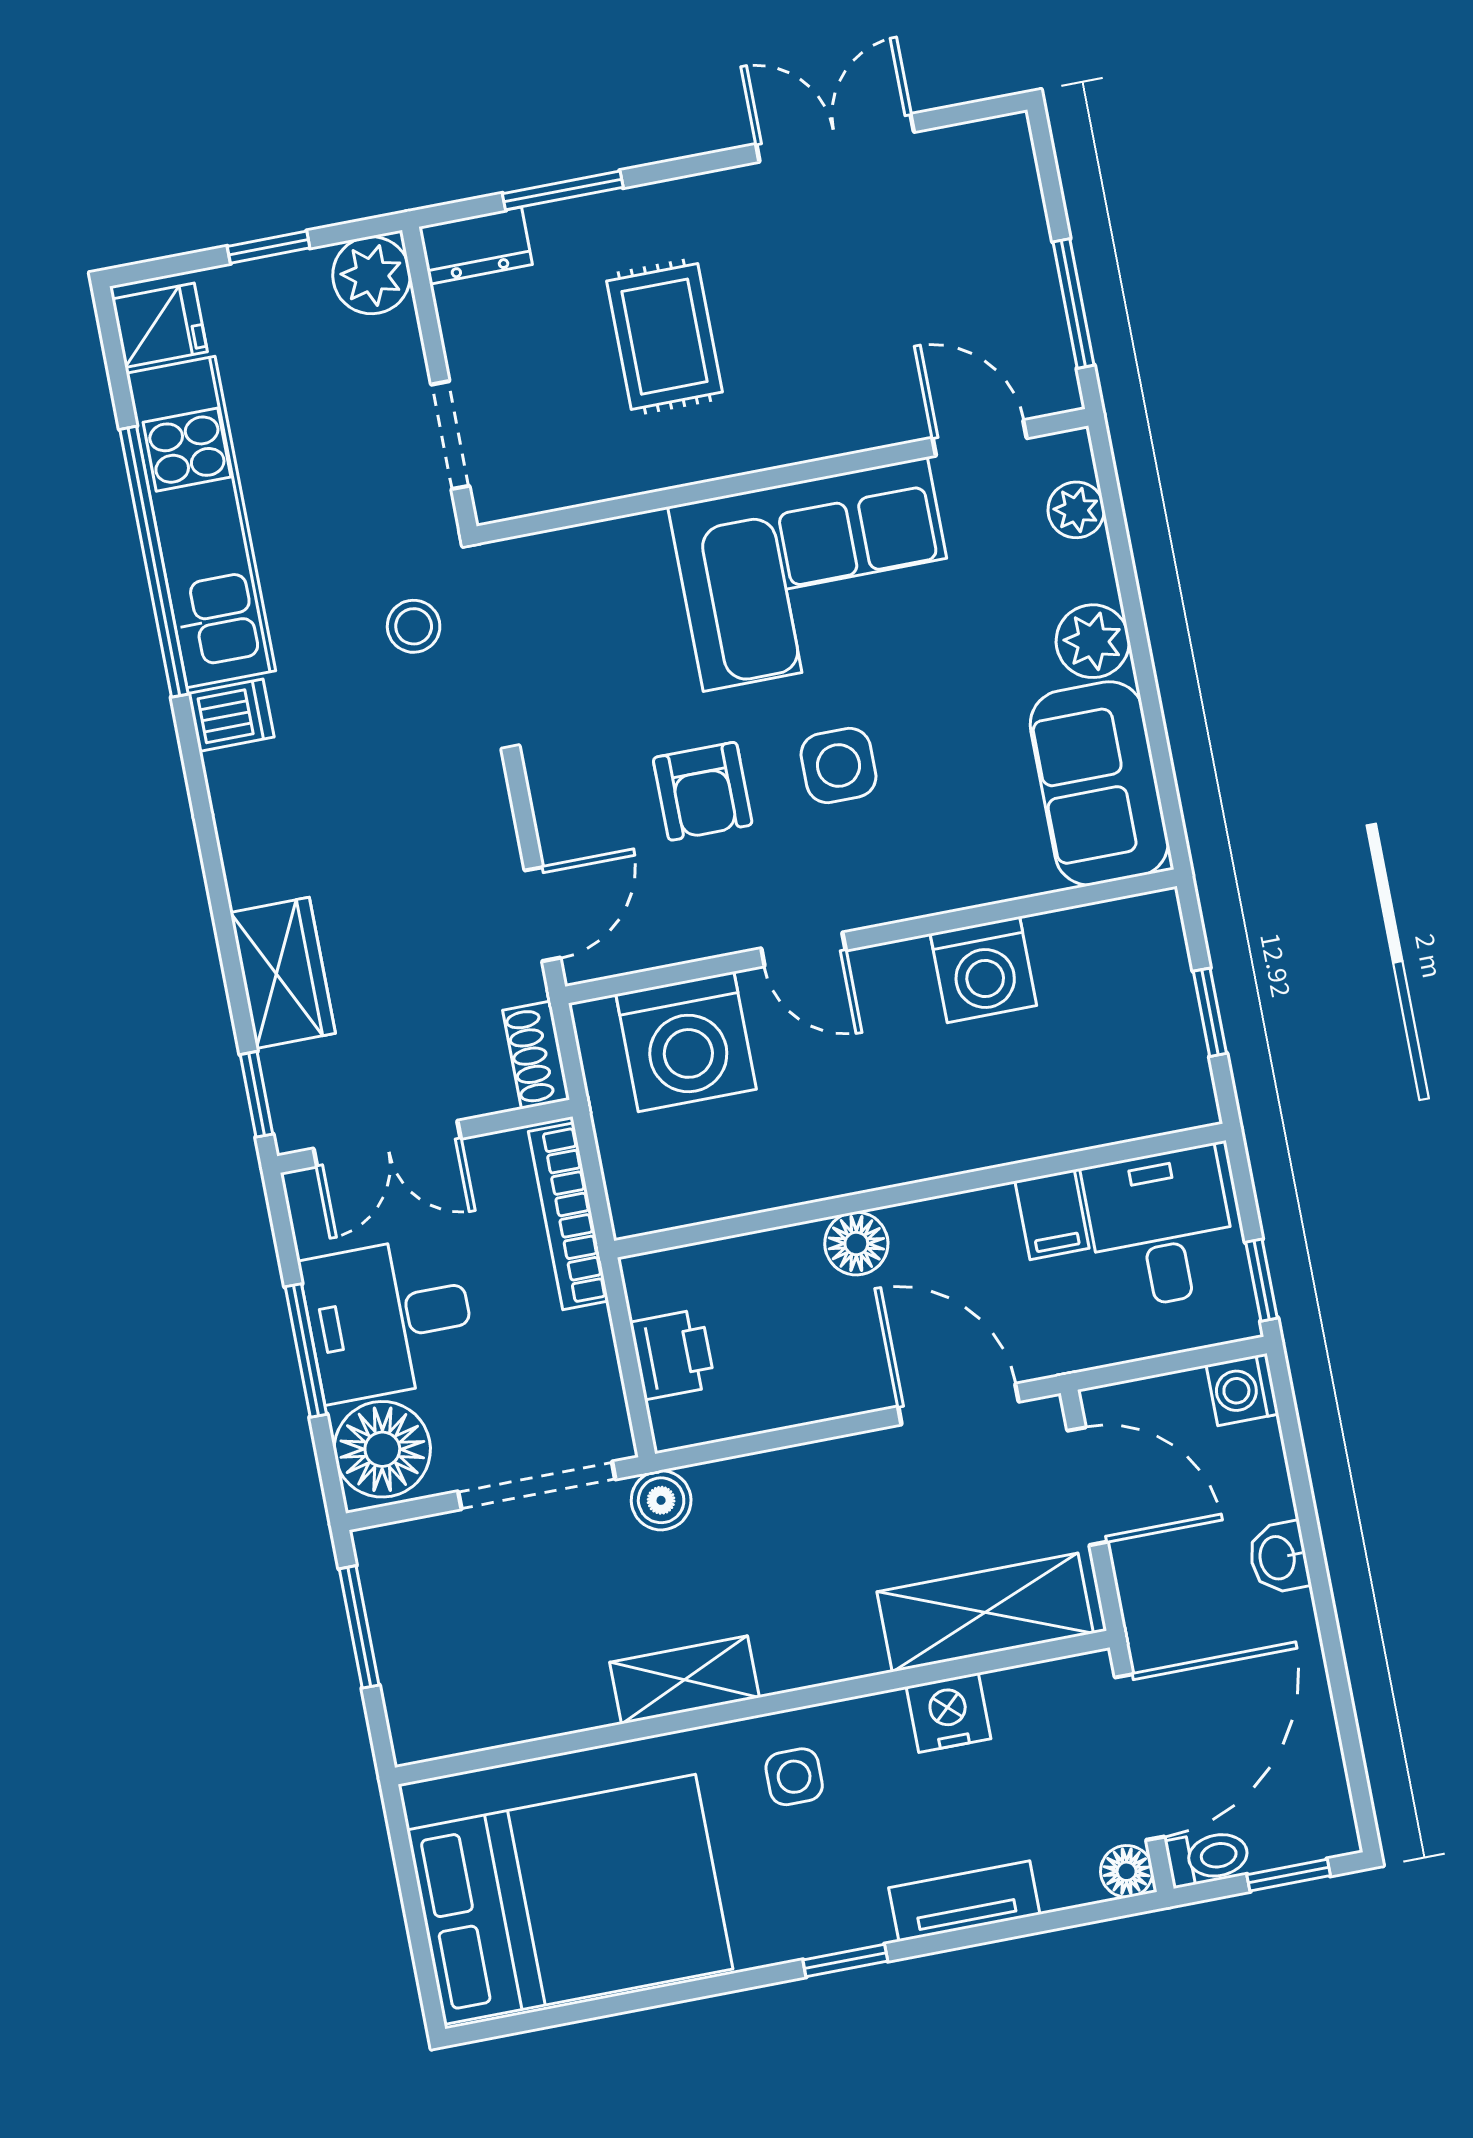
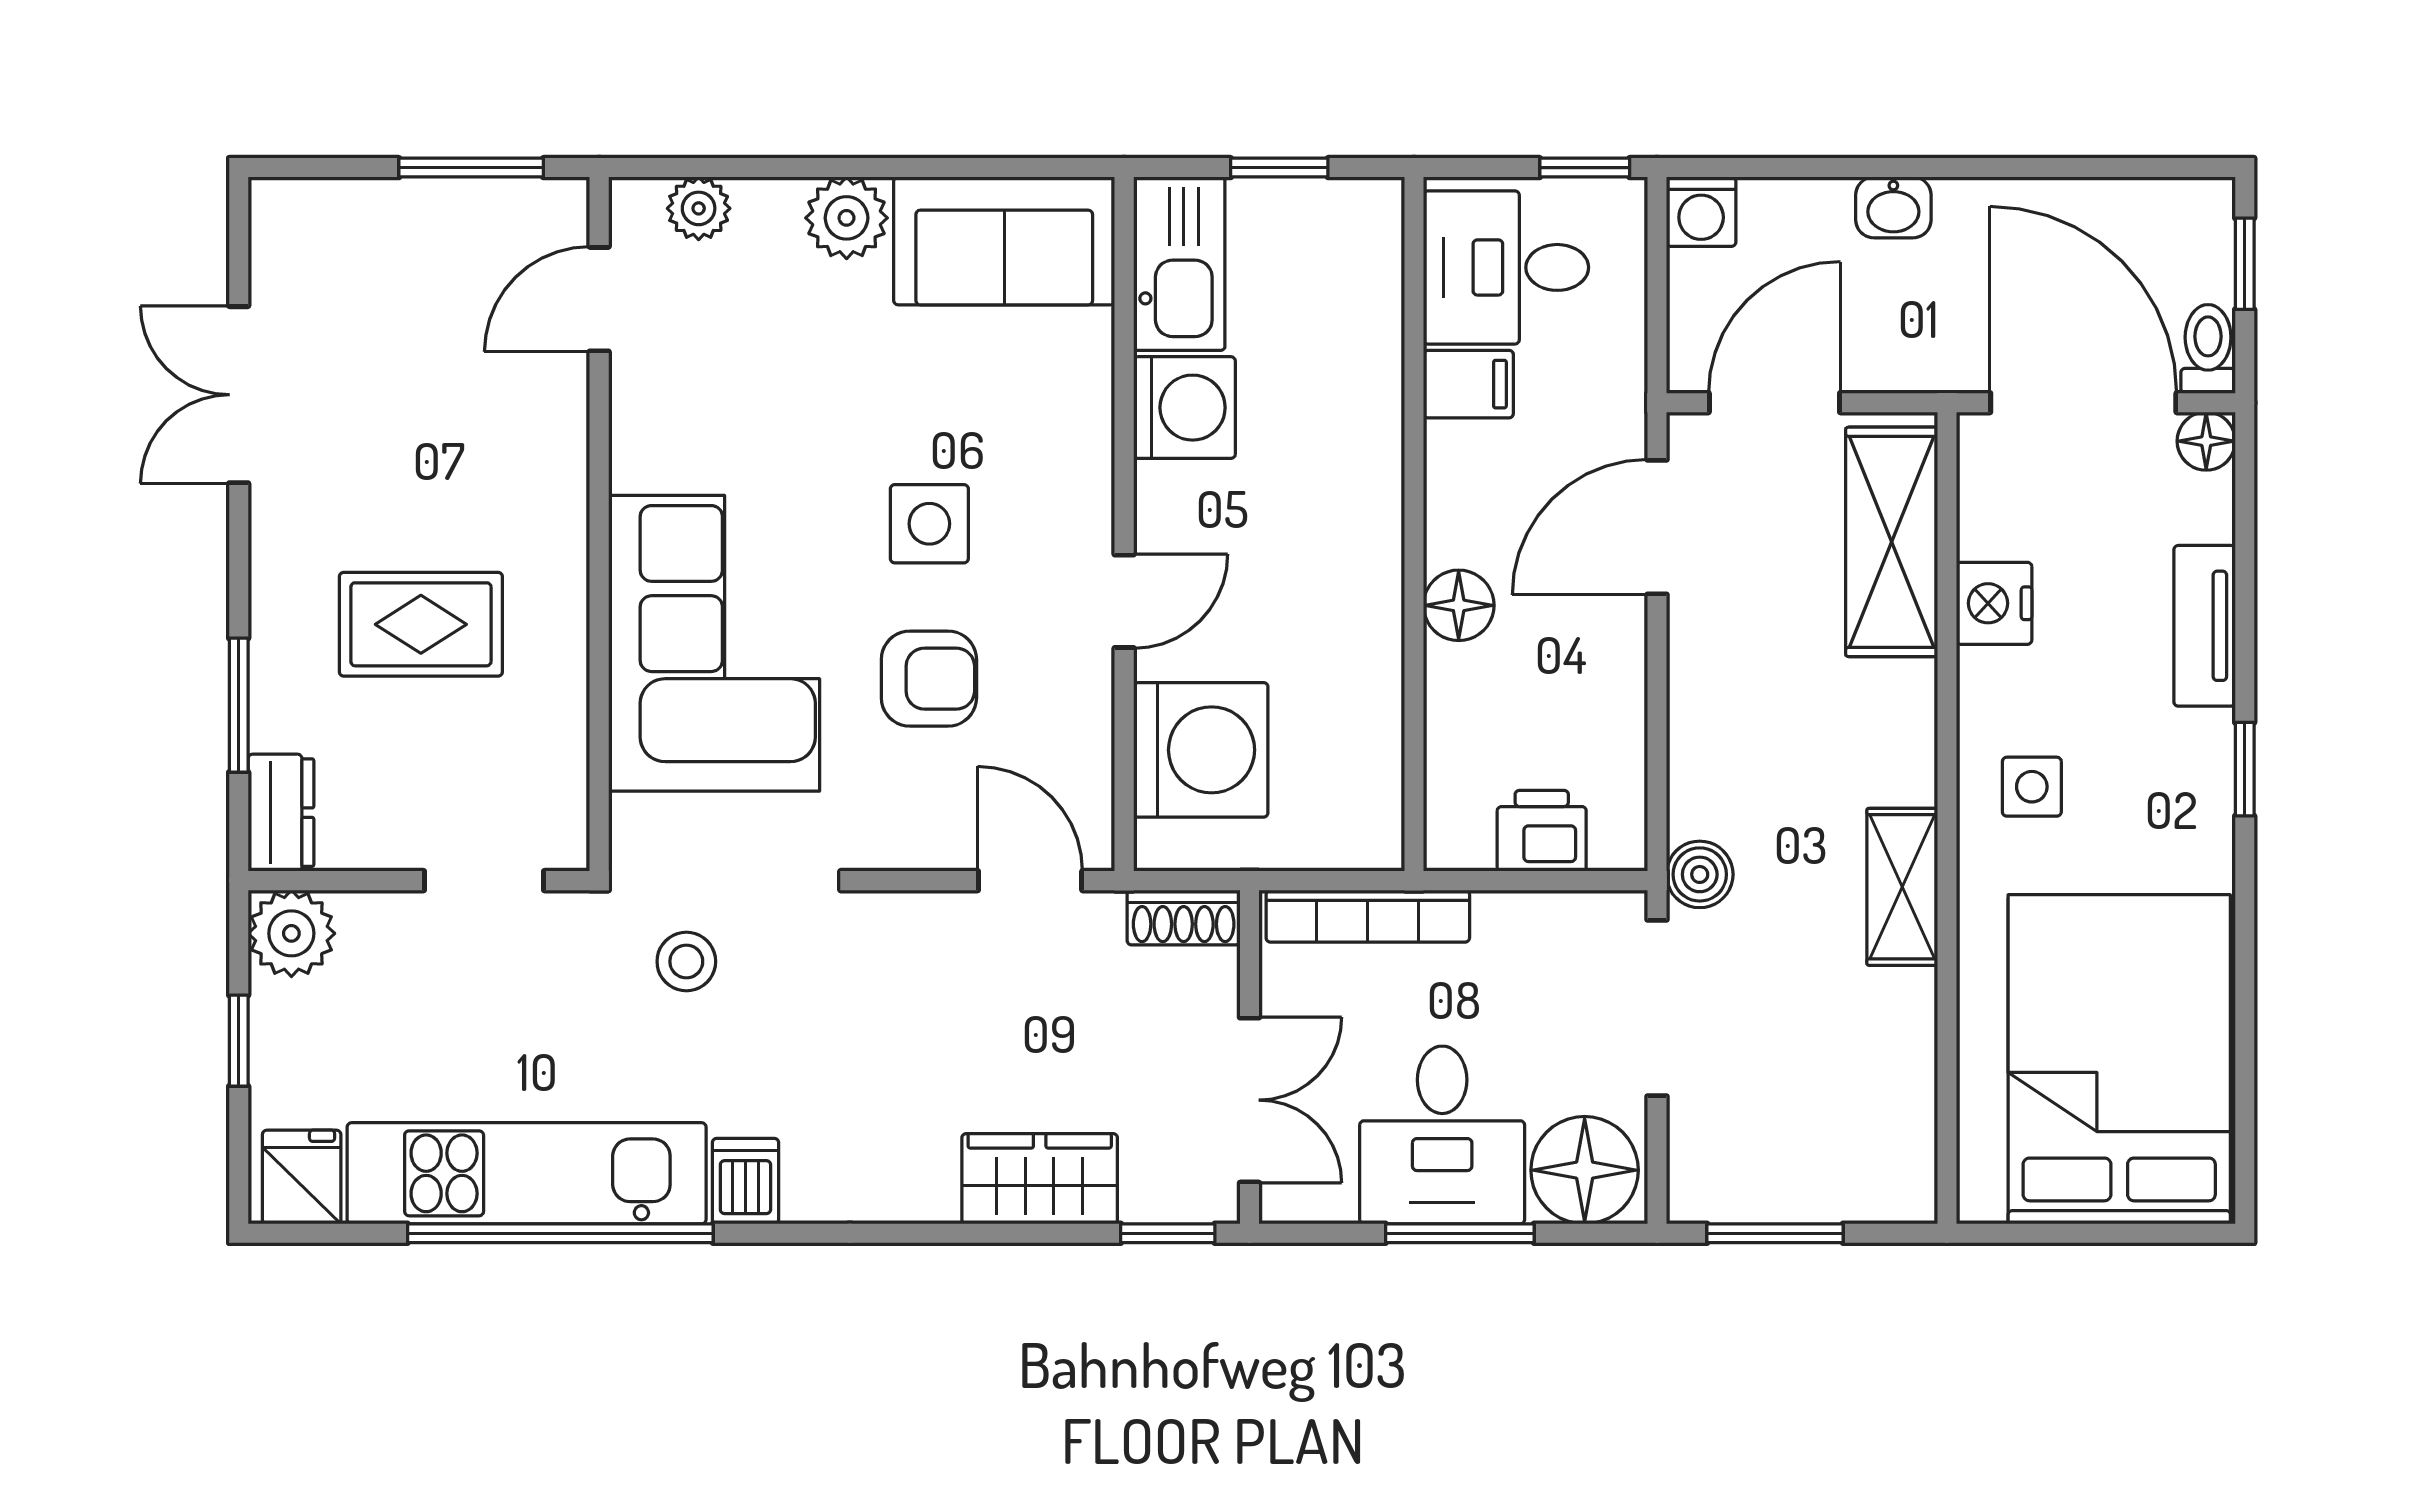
corner sofa: (815, 574) -> (714, 643), moved
kitchen sink: (1109, 941) -> (1179, 264), added

